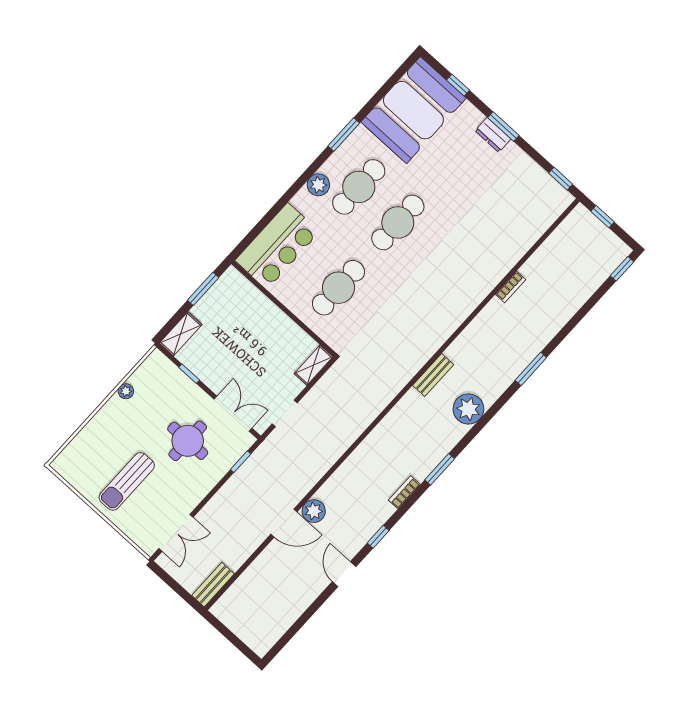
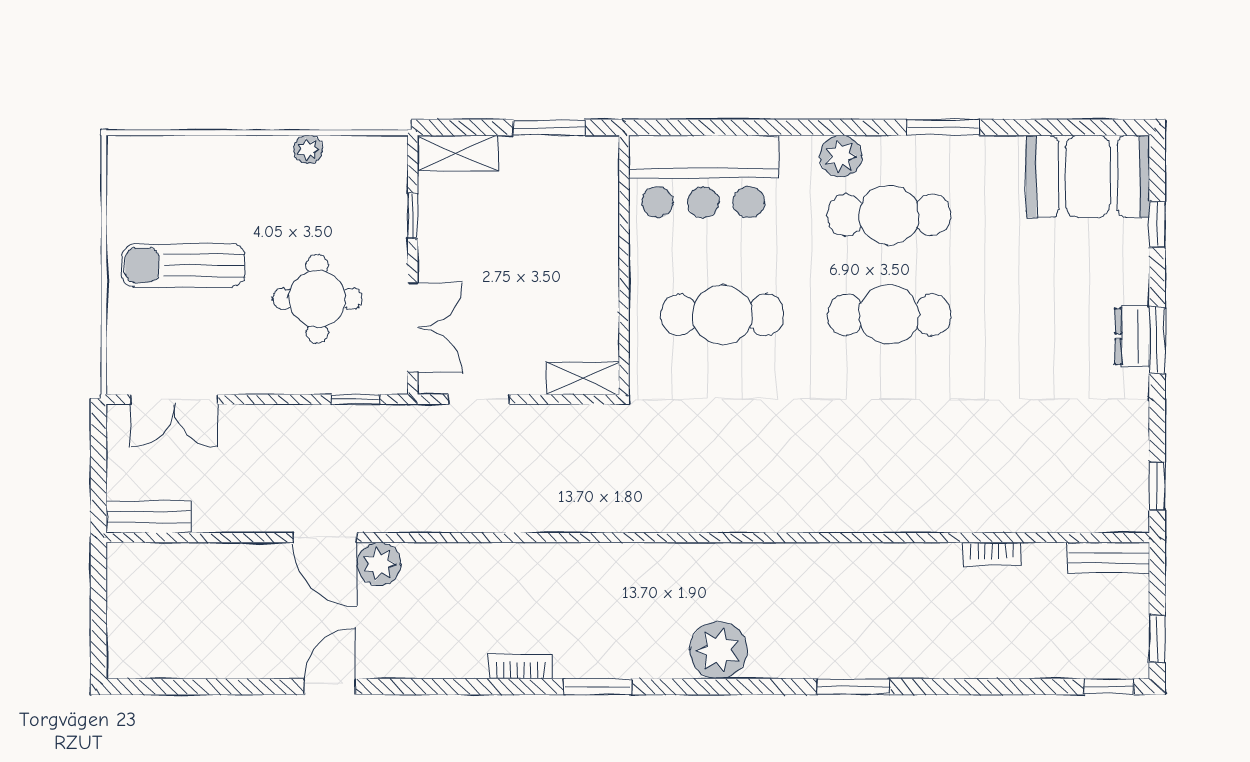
booth: (413, 110) -> (1088, 176), width x0.73, depth x0.70
window: (603, 217) -> (1157, 639), moved
bookcase: (511, 287) -> (992, 554), moved
bench: (433, 375) -> (1109, 558), moved
window: (378, 537) -> (425, 687), removed

